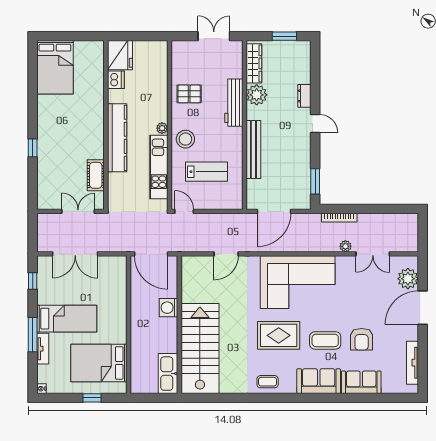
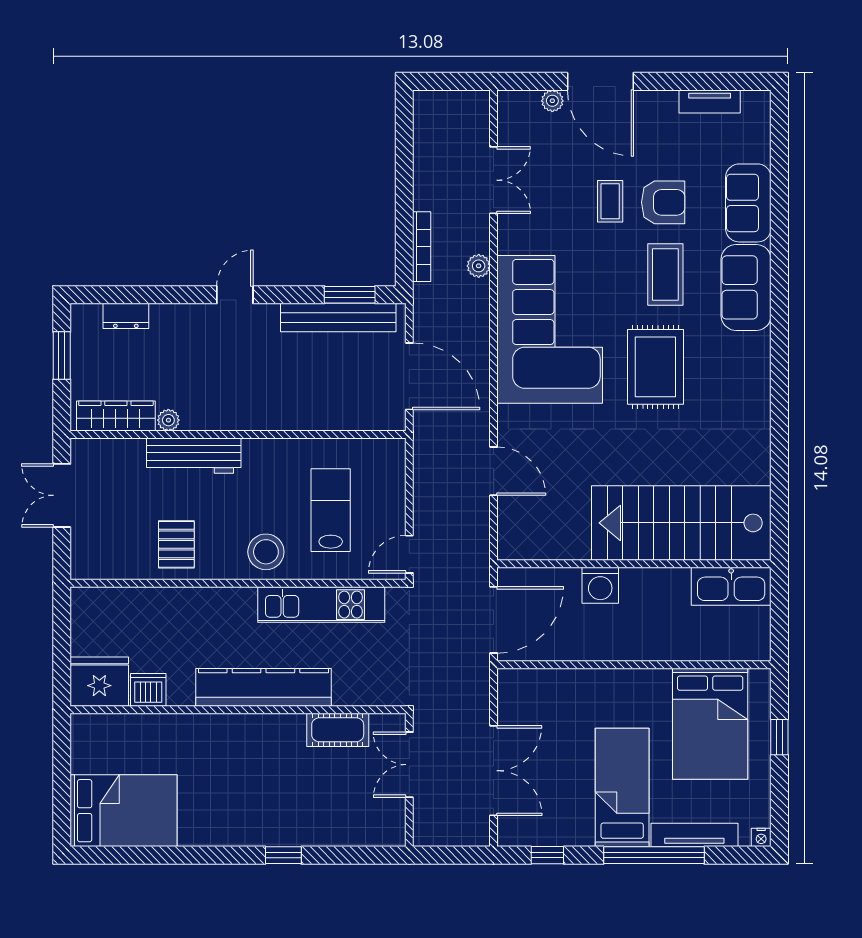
plant: (257, 95) -> (168, 420), width x0.53, depth x0.53
dresser: (304, 96) -> (126, 316), moved
plant: (162, 128) -> (244, 598), removed
bench: (253, 149) -> (338, 317), moved
plant: (345, 246) -> (479, 266), moved
plant: (408, 279) -> (552, 101), width x0.53, depth x0.53
window: (33, 335) -> (654, 855), width x1.46
tv unit: (43, 349) -> (694, 835), width x1.41
tv unit: (412, 363) -> (710, 101), width x0.71
coffee table: (268, 382) -> (610, 201), moved

